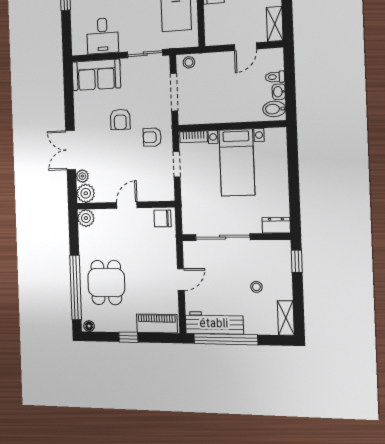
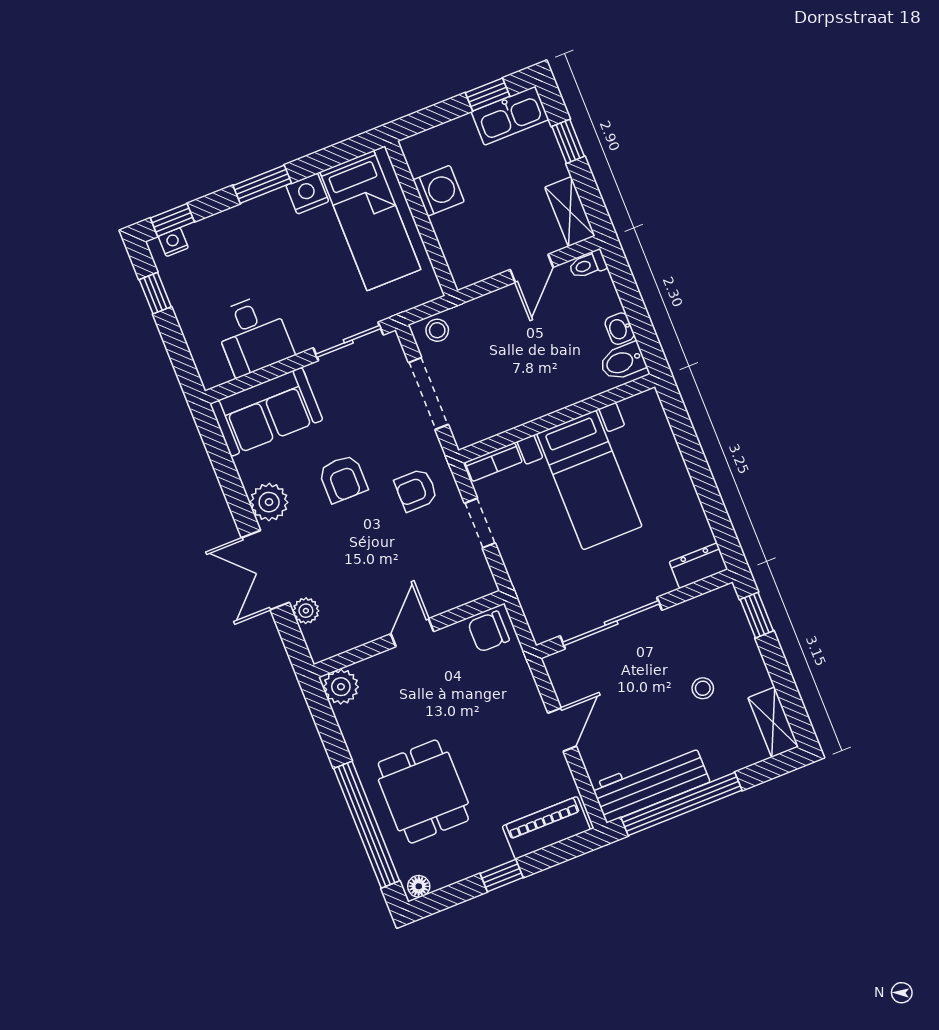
toilet: (275, 77) -> (588, 265), moved
plant: (86, 193) -> (269, 502), moved

